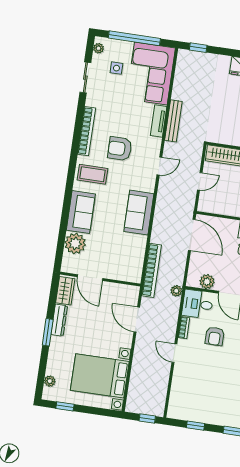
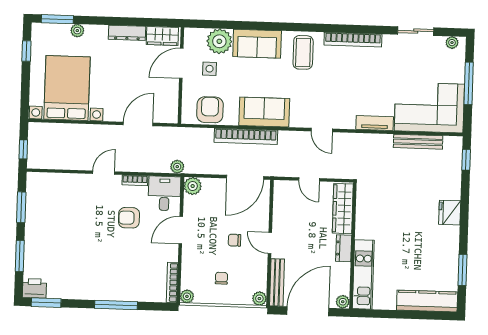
window: (134, 38) -> (469, 83), width x0.68
side table: (116, 68) -> (210, 69), moved
bench: (173, 121) -> (418, 142), moved
armchair: (120, 149) -> (210, 110), moved
bookcase: (152, 270) -> (246, 136), moved
plant: (207, 282) -> (193, 186), moved
window: (48, 332) -> (57, 19), moved
plant: (50, 381) -> (77, 31), moved
window: (195, 426) -> (21, 207), width x1.50

